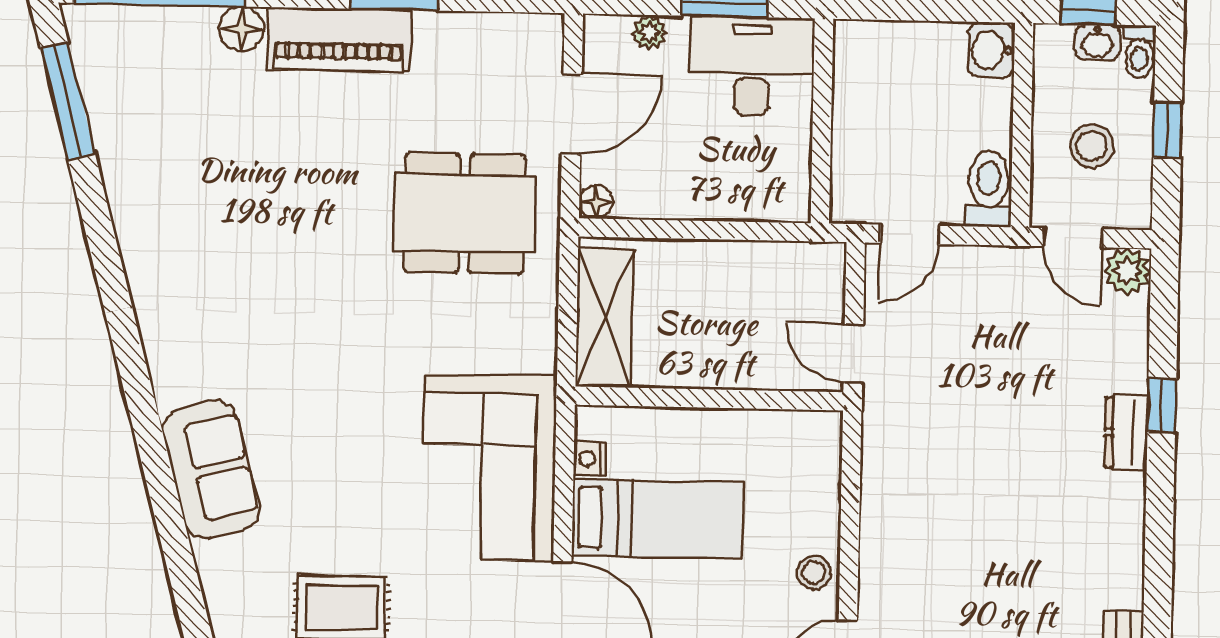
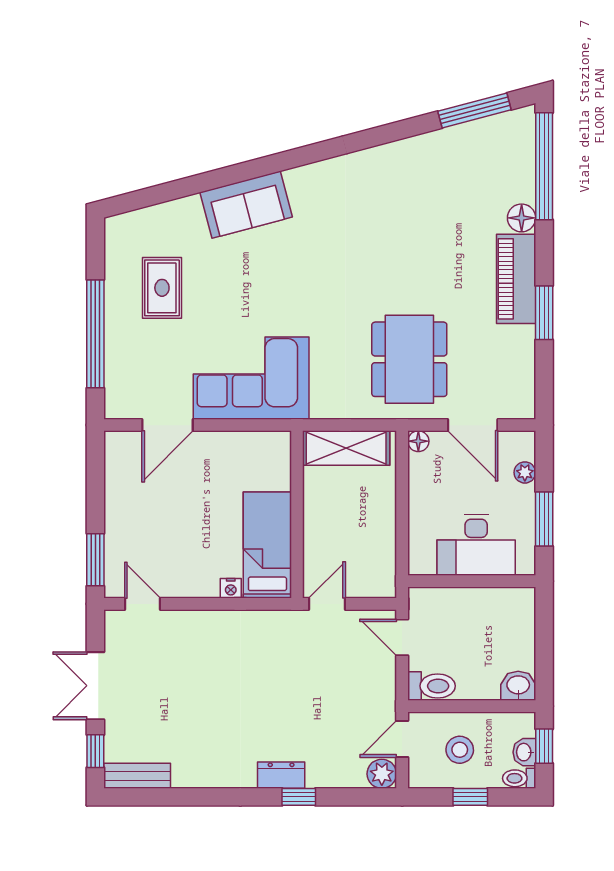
desk: (752, 66) -> (476, 545), moved, turned 90
nightstand: (589, 459) -> (231, 588), moved, turned 180
bed: (658, 519) -> (267, 545), moved, turned 180
stool: (814, 572) -> (190, 582), removed

